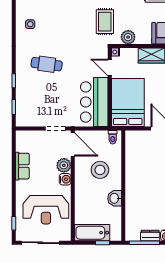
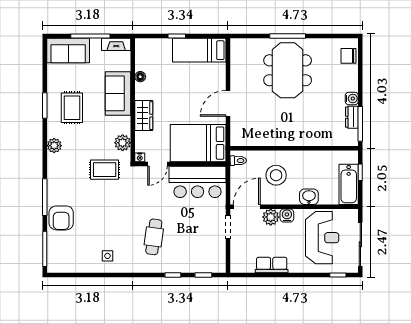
washbasin: (115, 198) -> (309, 197), moved, turned 180

